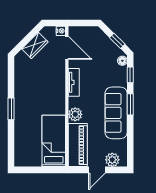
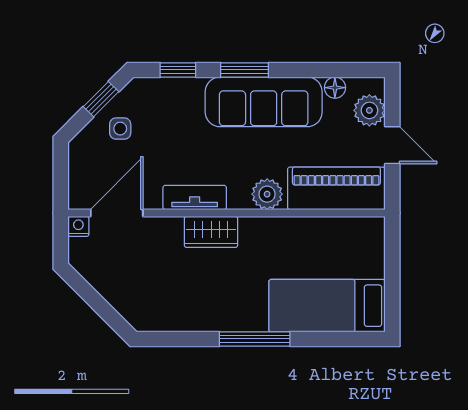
wardrobe: (35, 45) -> (211, 232), moved, turned 135
side table: (104, 49) -> (120, 129), added
floor lamp: (122, 61) -> (335, 88), moved
window: (11, 109) -> (255, 339), width x1.44
bed: (54, 141) -> (327, 306), moved

